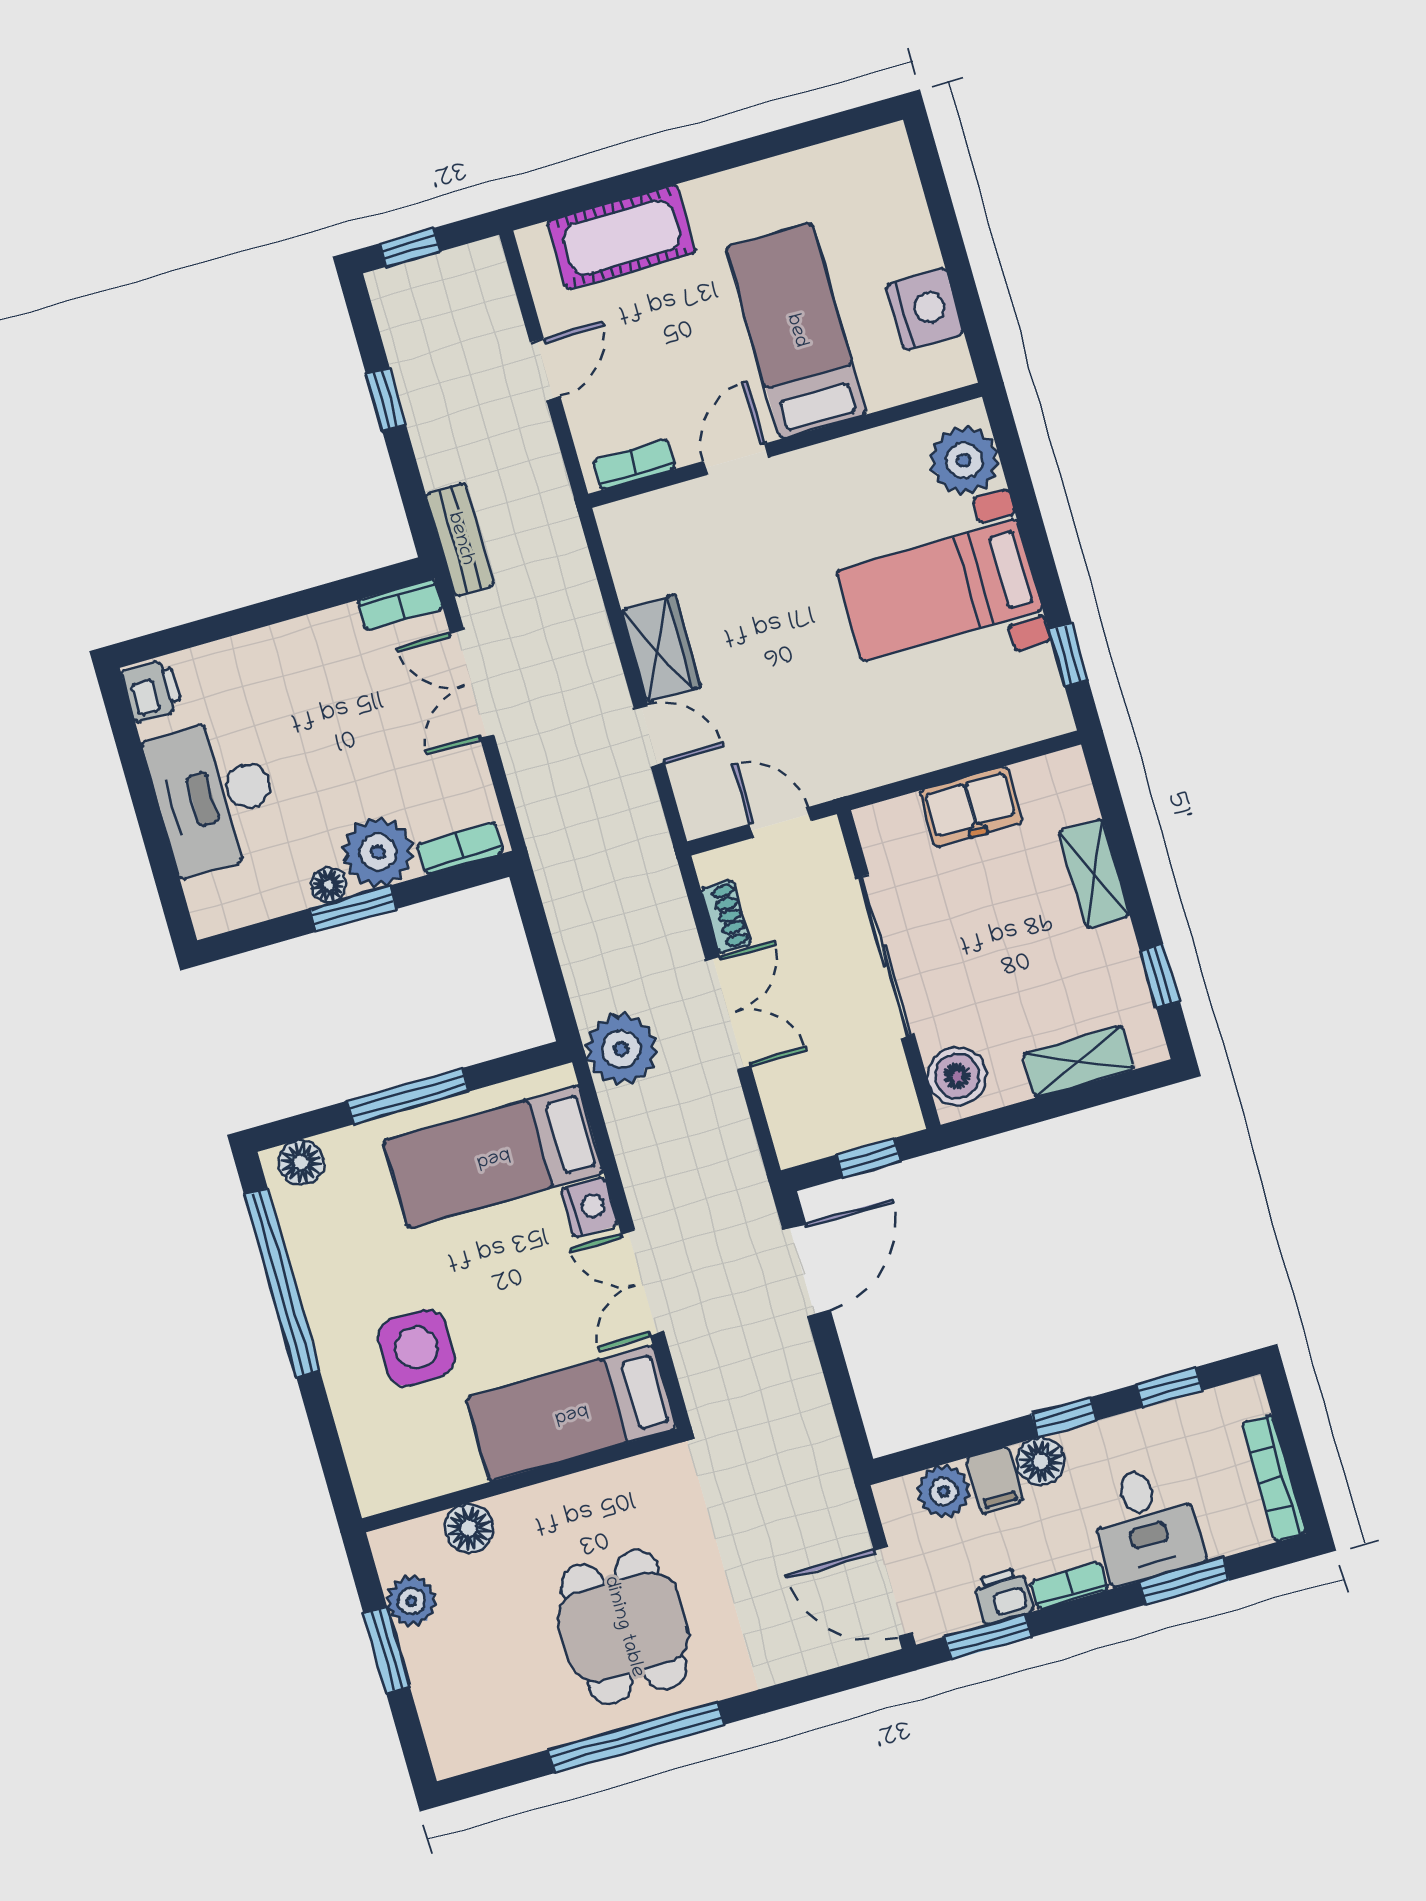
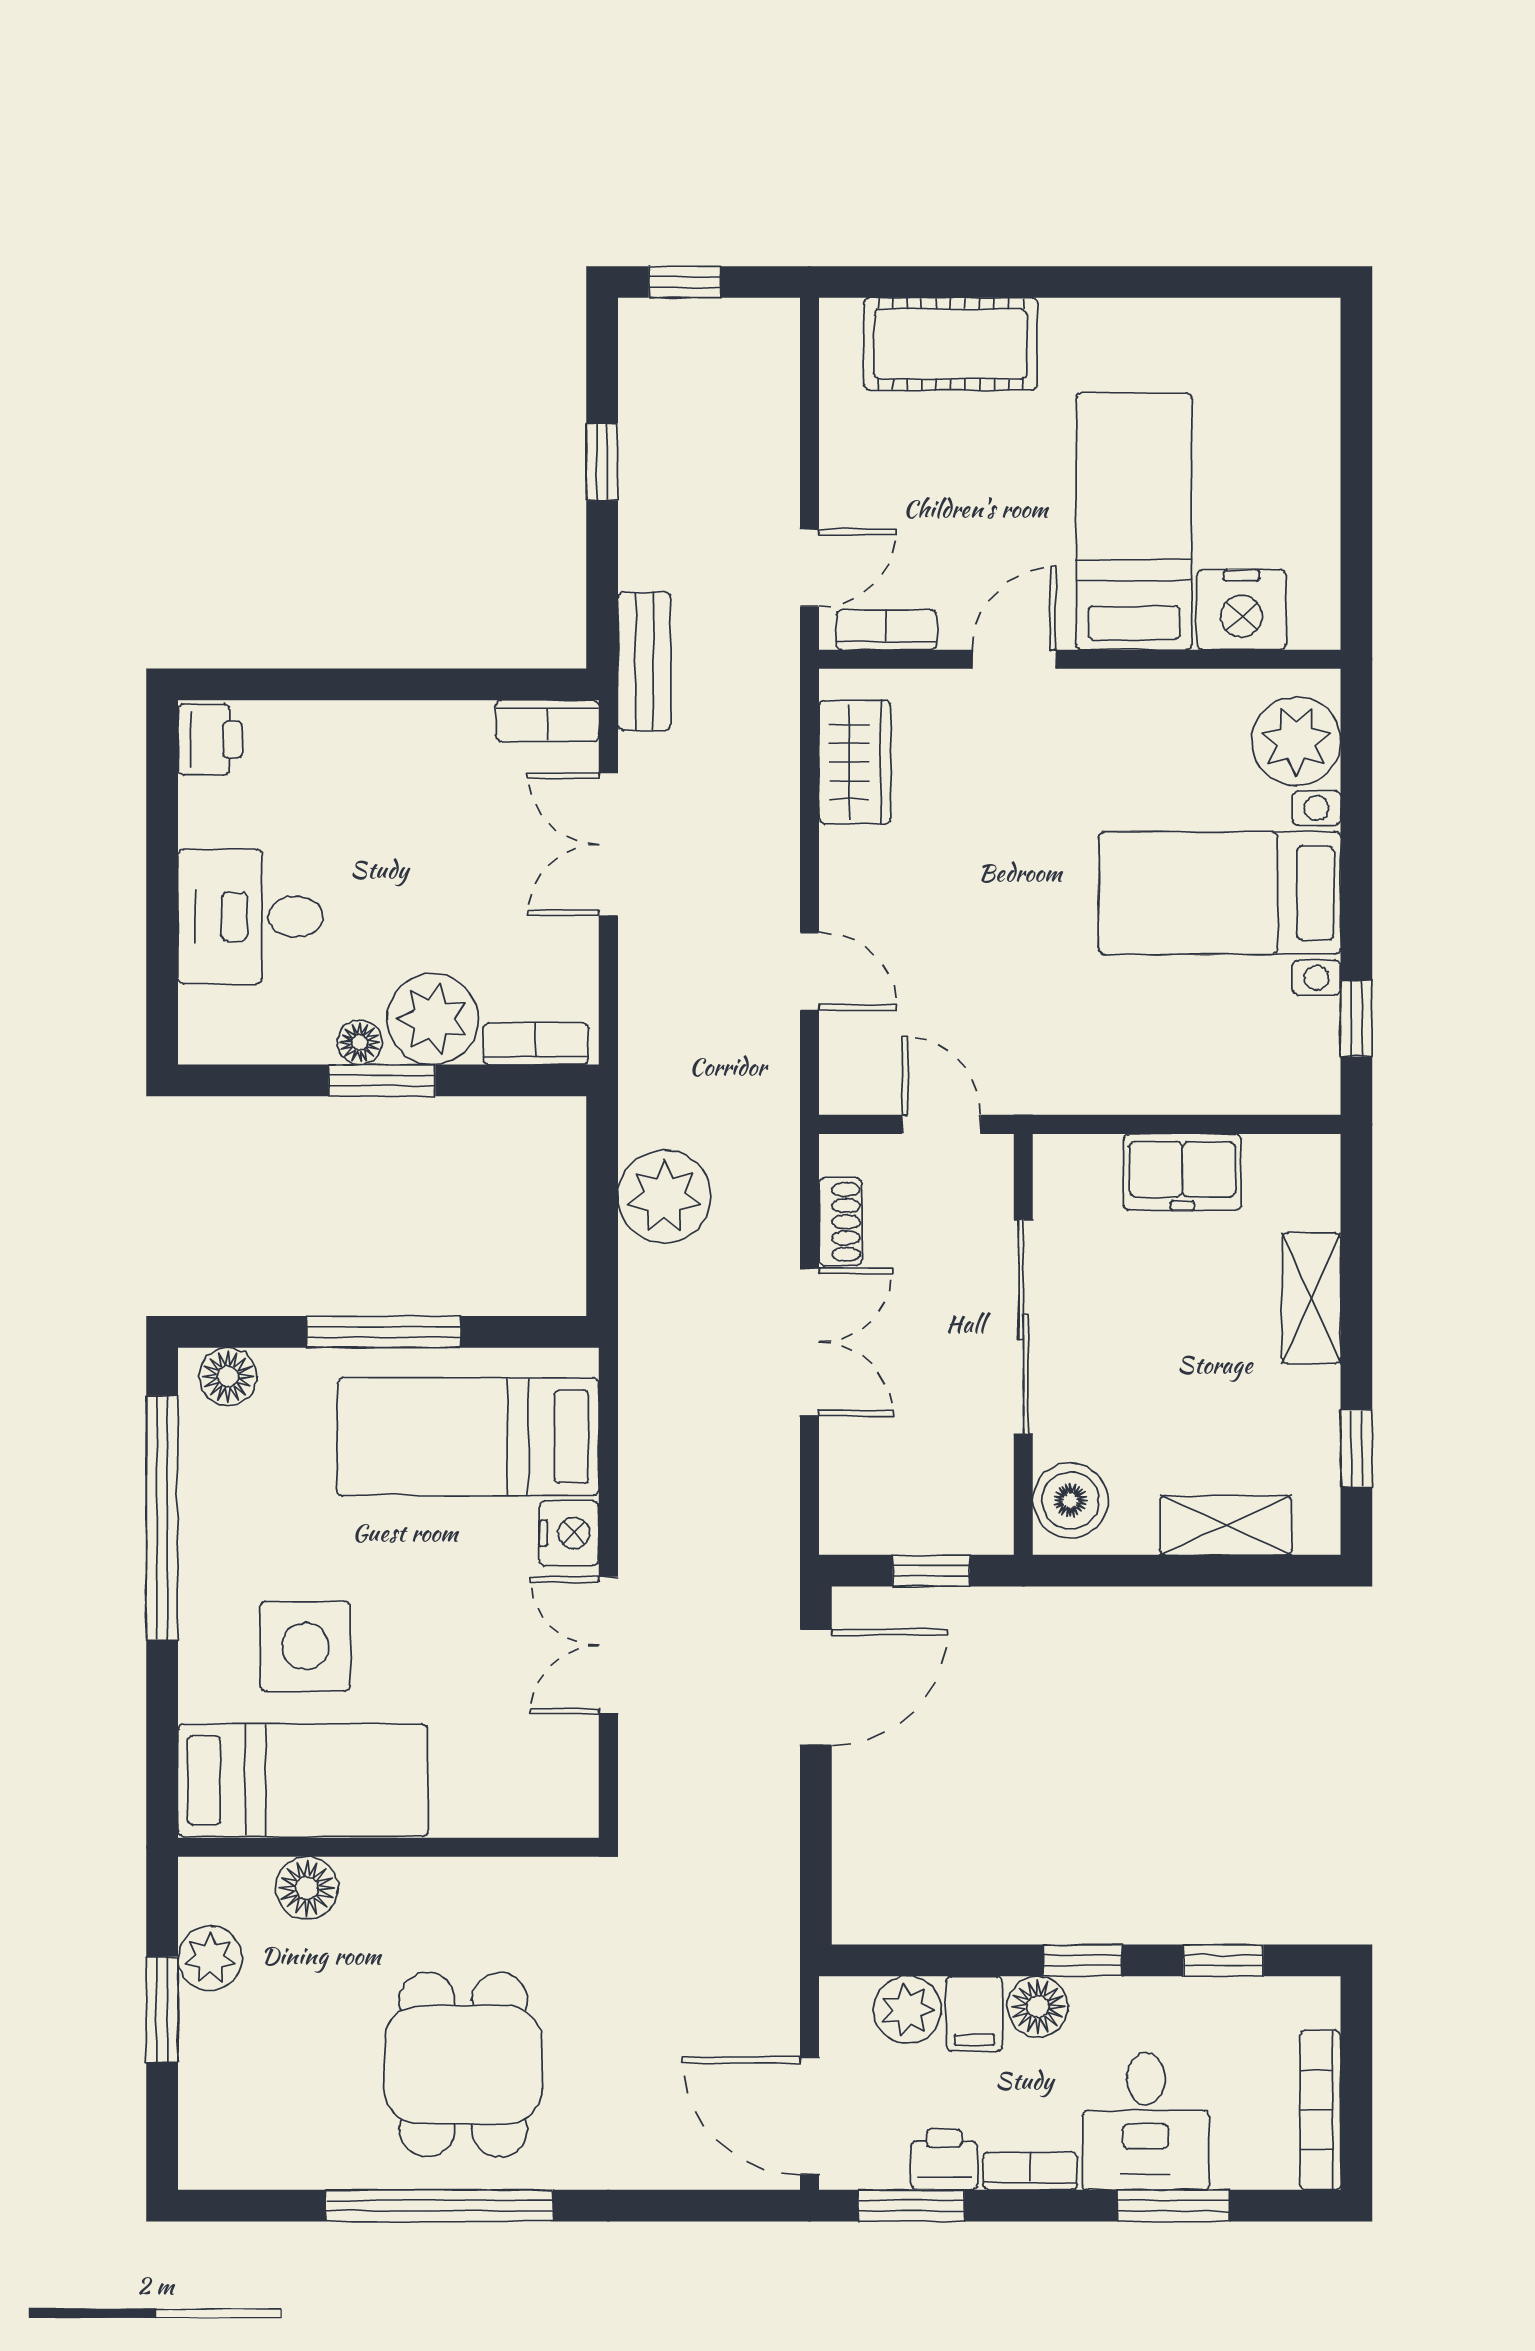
nightstand: (925, 309) -> (1242, 610), moved, turned 90
door: (545, 370) -> (810, 568), moved
wardrobe: (661, 649) -> (855, 762), moved
desk: (215, 795) -> (250, 917), width x0.73
plant: (621, 1049) -> (664, 1197), moved
bed: (571, 1413) -> (303, 1780), moved, turned 180

